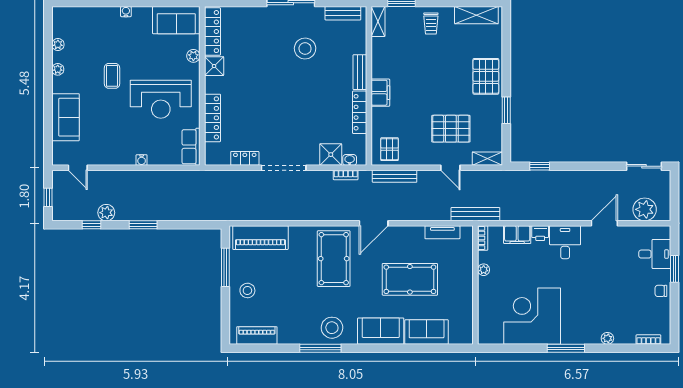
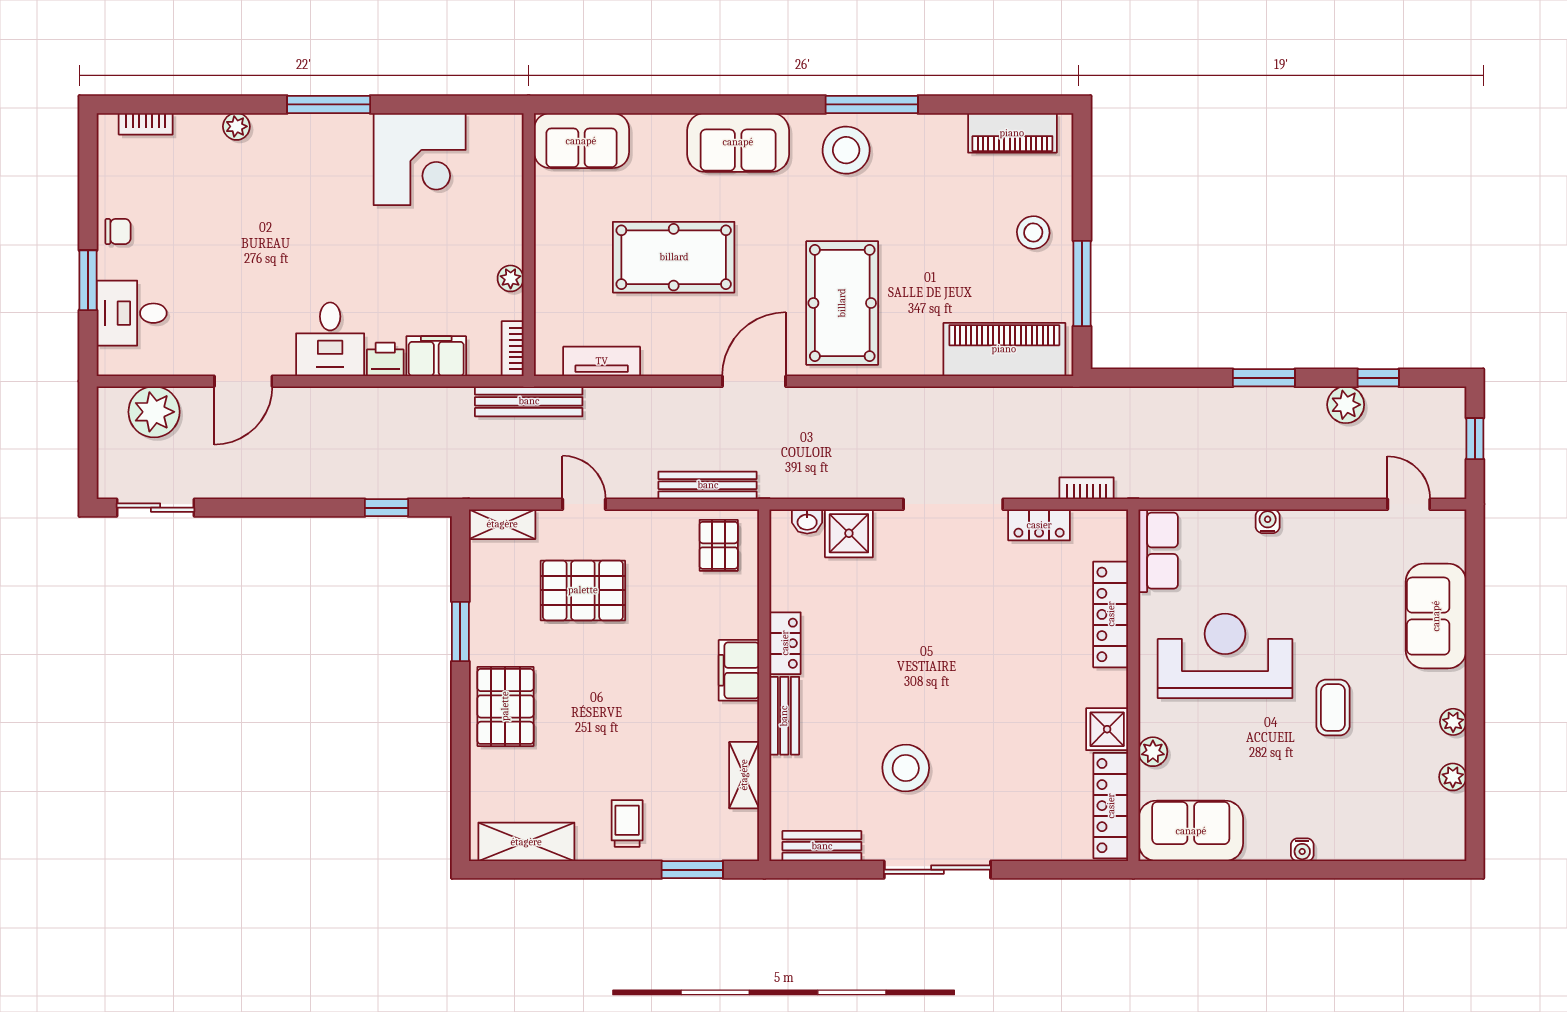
shelving: (378, 22) -> (744, 775), moved
locker: (360, 112) -> (785, 643), width x0.66
bookcase: (346, 175) -> (1087, 488), moved
corner desk: (532, 316) -> (420, 159), width x0.74, depth x0.74
sofa: (427, 332) -> (581, 141), moved

